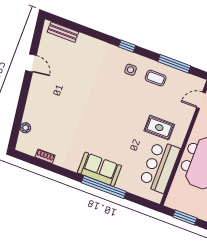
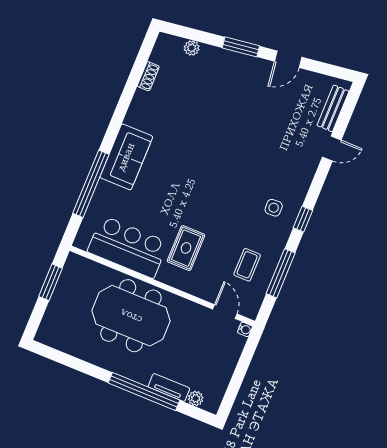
door: (90, 32) -> (332, 149), added
window: (127, 46) -> (303, 219), moved
coffee table: (156, 78) -> (247, 265), moved
window: (24, 95) -> (241, 47), added
window: (104, 187) -> (91, 184), moved

